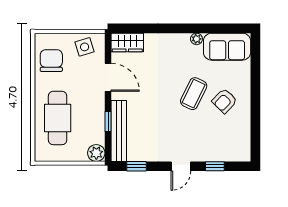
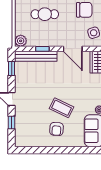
door: (108, 77) -> (73, 49), hinge flipped
armchair: (225, 101) -> (57, 129), turned -129
cafe table: (58, 118) -> (45, 14), width x0.73, depth x0.74

